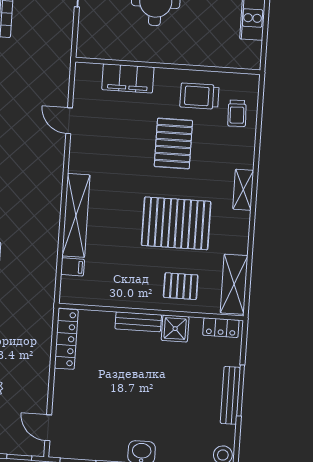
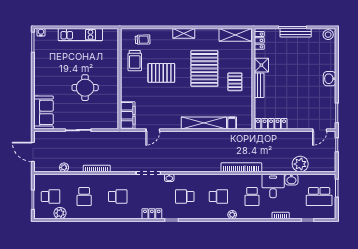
filing cabinet: (128, 78) -> (128, 115), moved
pallet: (181, 286) -> (235, 82), moved

